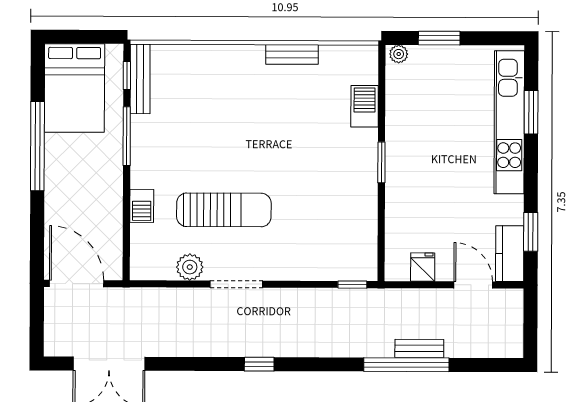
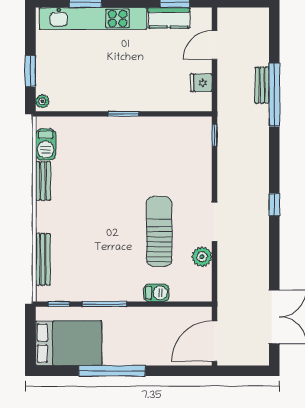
bench: (140, 79) -> (43, 259), moved, turned 90
barbecue: (365, 106) -> (46, 145), moved, turned -90
kitchen counter: (510, 254) -> (169, 18), moved

